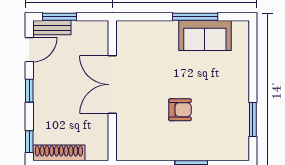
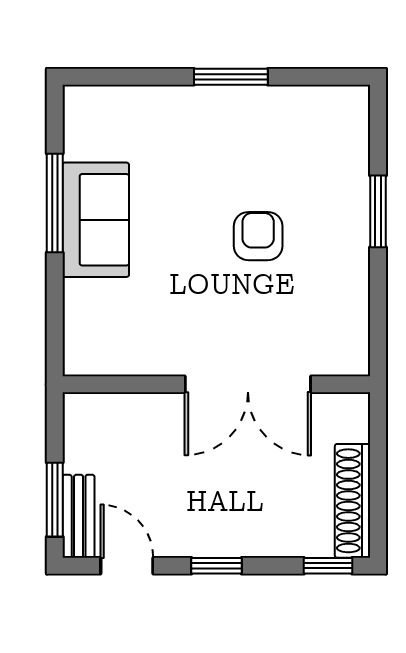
sofa: (205, 35) -> (96, 220), moved
double door: (112, 85) -> (248, 384), moved
window: (253, 120) -> (231, 77), moved

